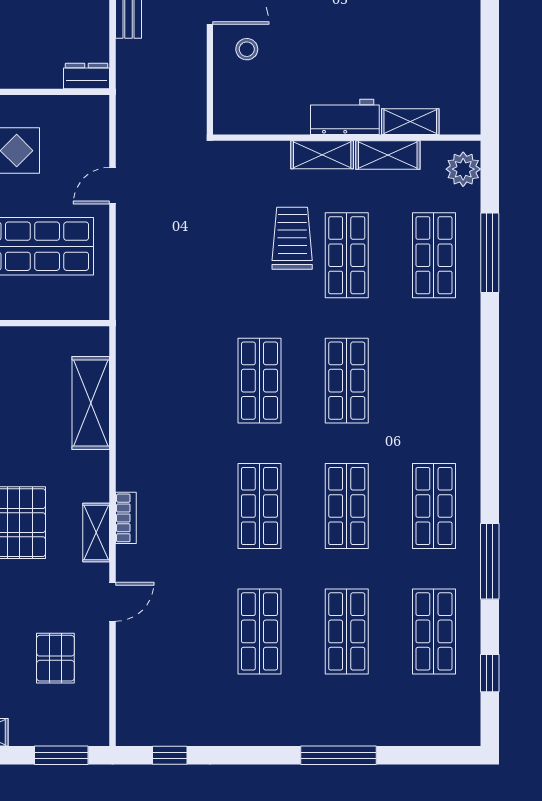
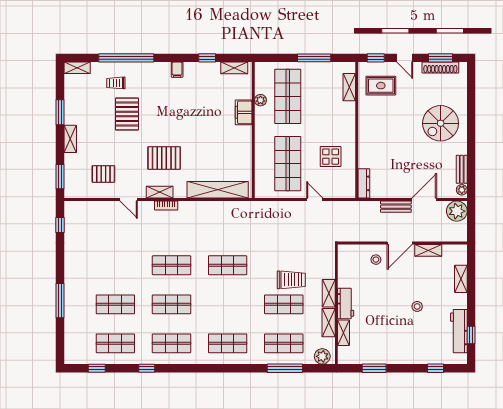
window: (490, 53) -> (374, 368), added
dresser: (87, 76) -> (364, 183), width x1.44
shop shelf: (347, 381) -> (228, 343), moved
shelving: (91, 403) -> (218, 190), width x1.47
window: (490, 561) -> (147, 368), width x0.46
shop shelf: (259, 631) -> (115, 265), removed

